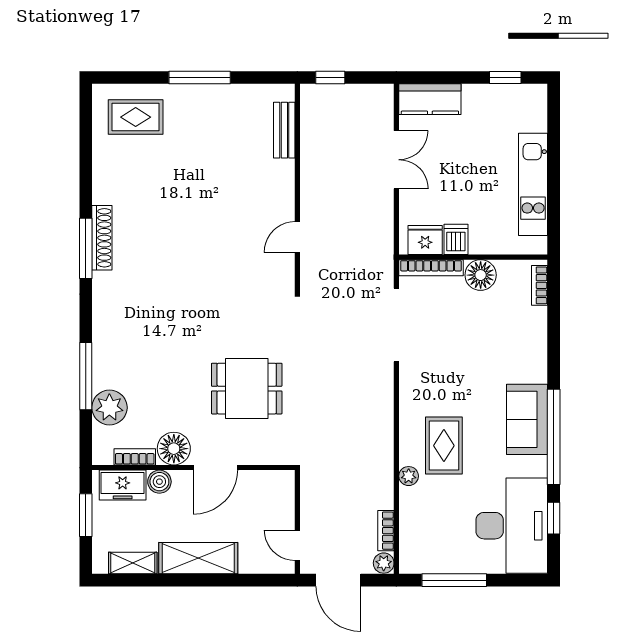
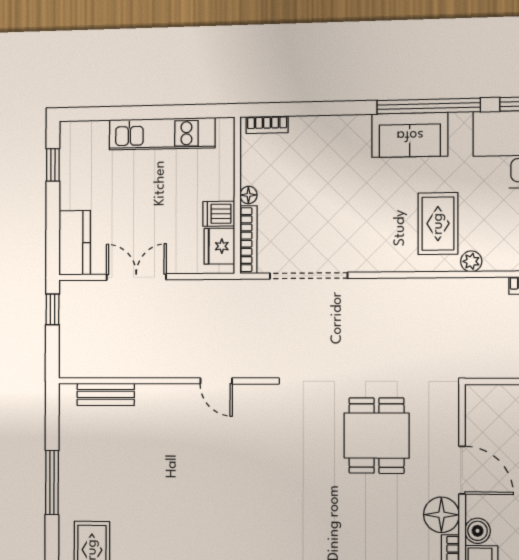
window: (330, 78) -> (52, 309), moved
floor lamp: (481, 275) -> (248, 195), width x0.53, depth x0.53
rug: (444, 446) -> (438, 224), turned 90

